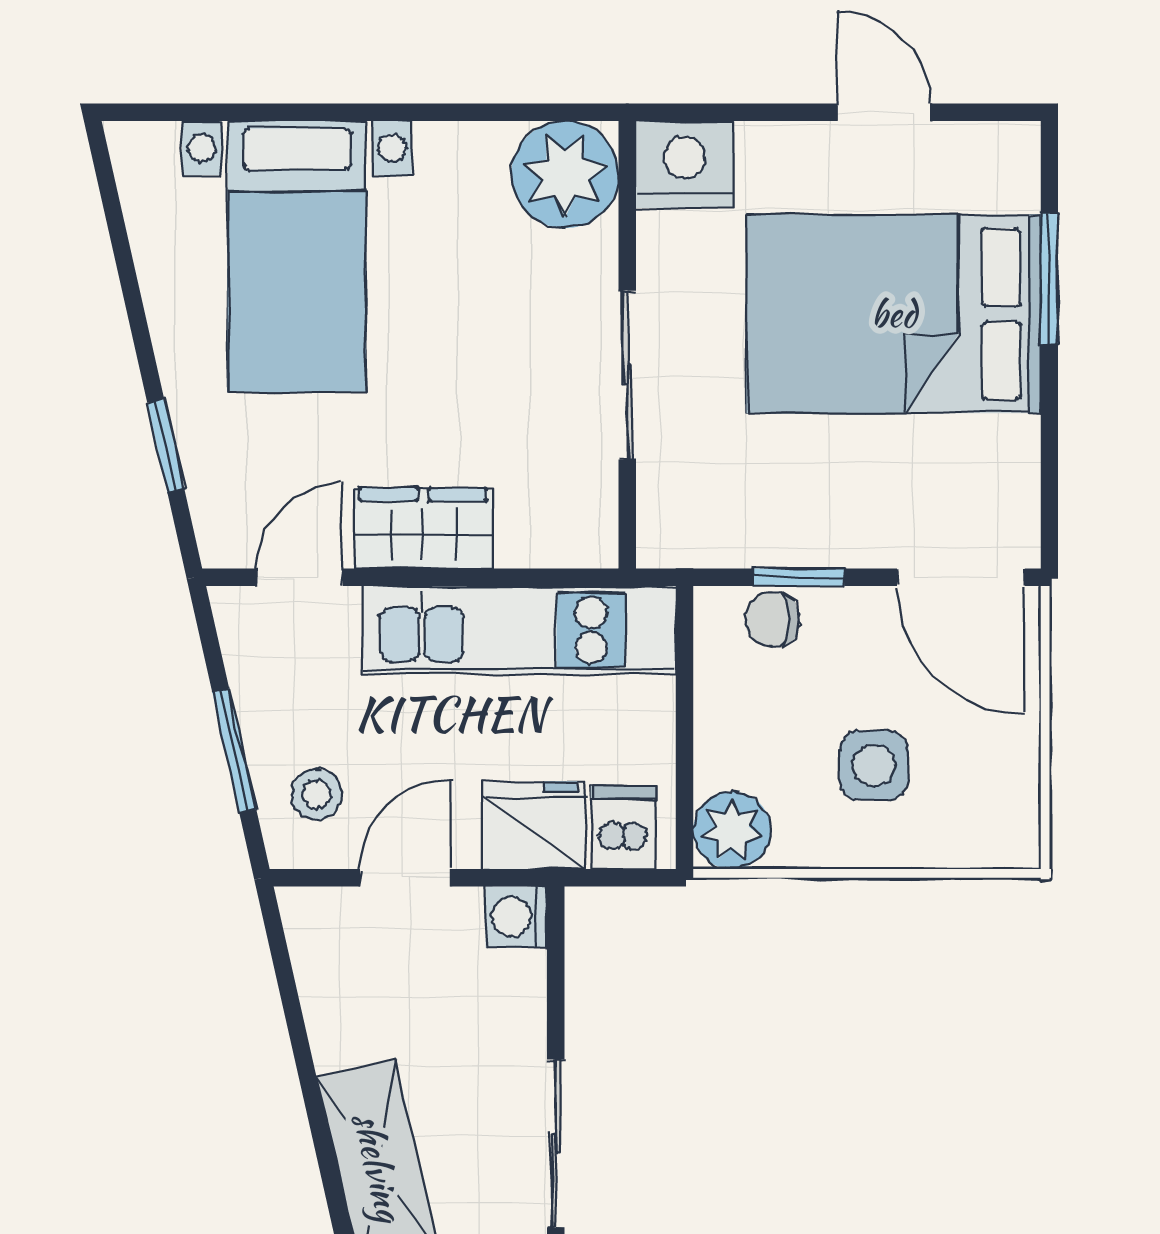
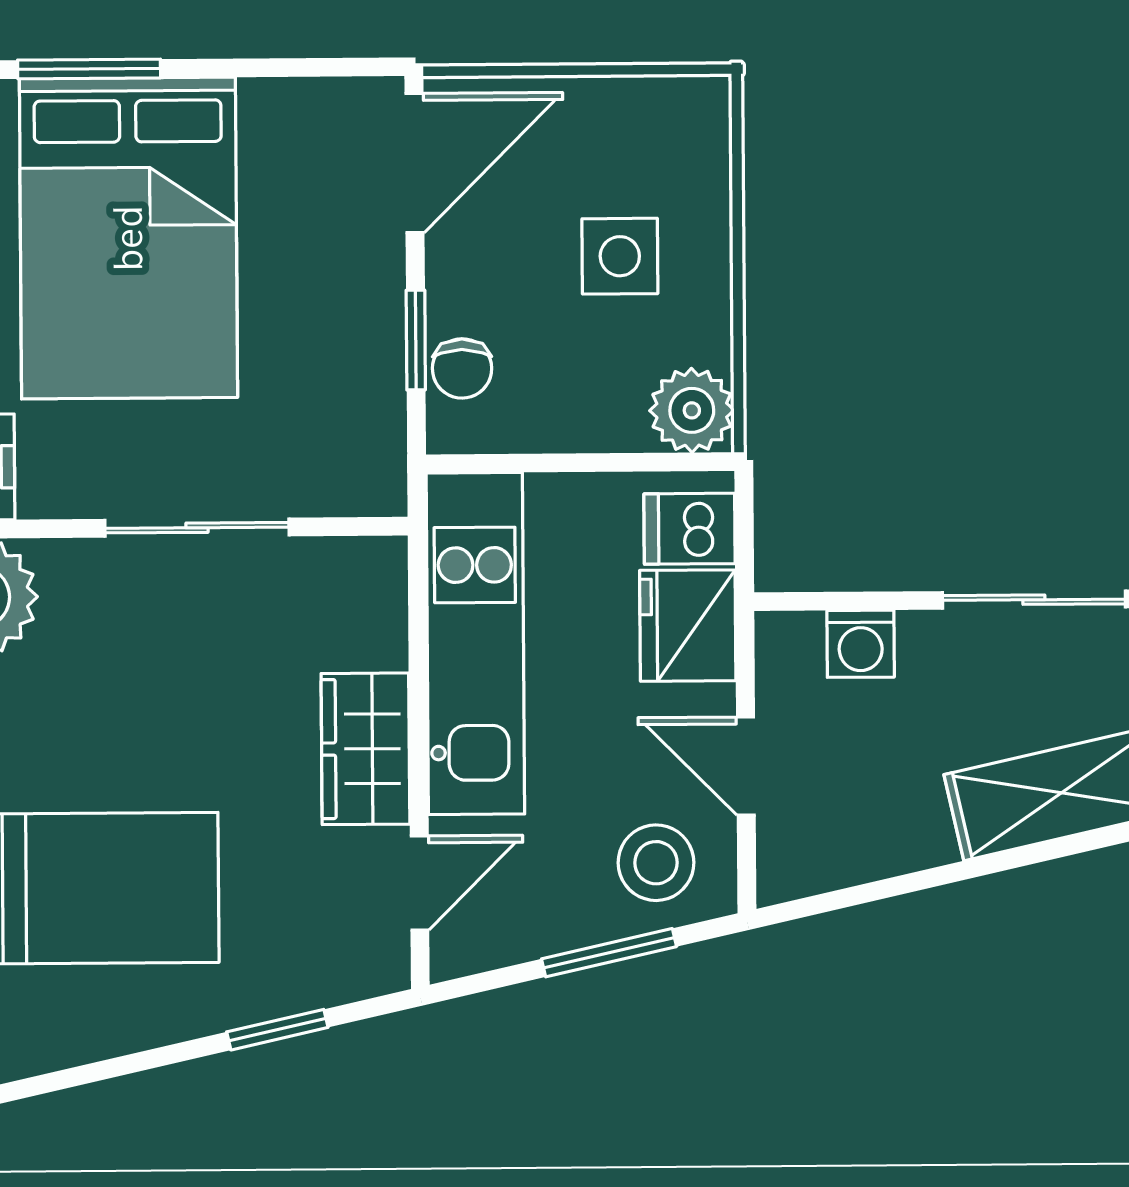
door: (300, 577) -> (420, 883), swing flipped
stool: (317, 795) -> (656, 863), width x1.37, depth x1.37
washing machine: (516, 917) -> (861, 644), moved

